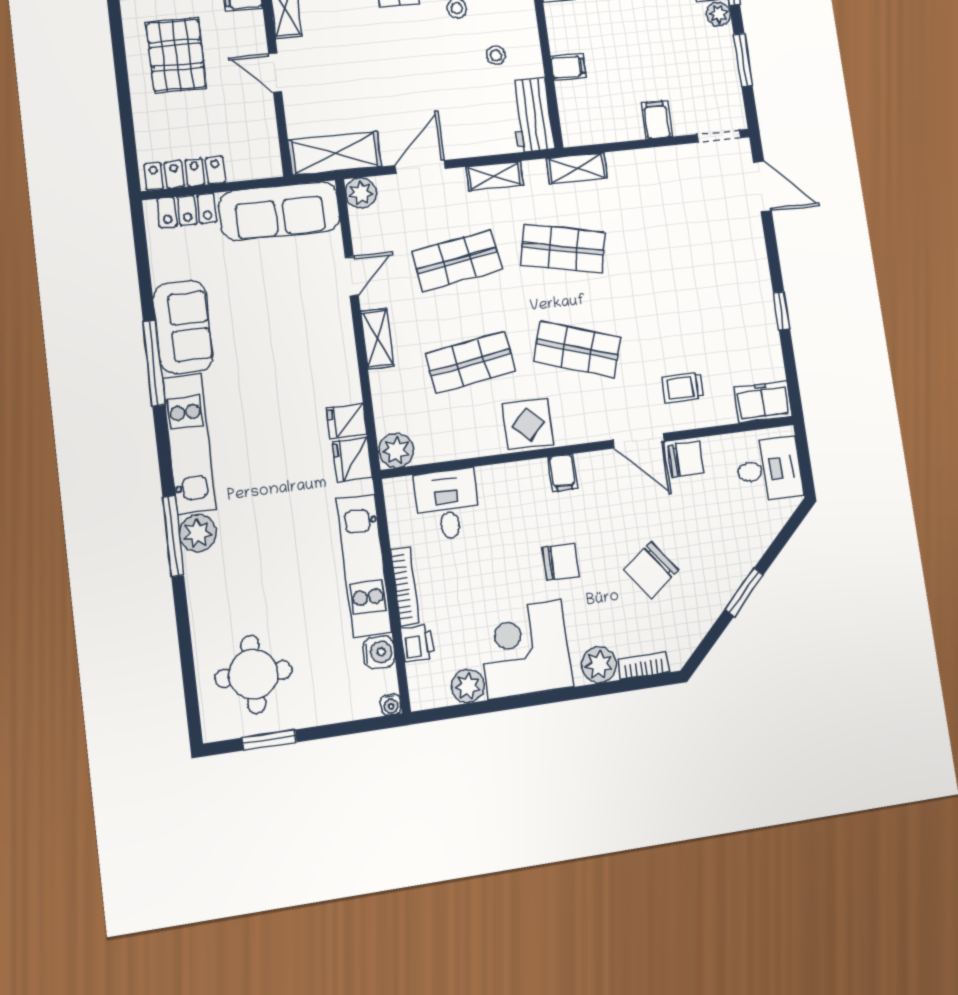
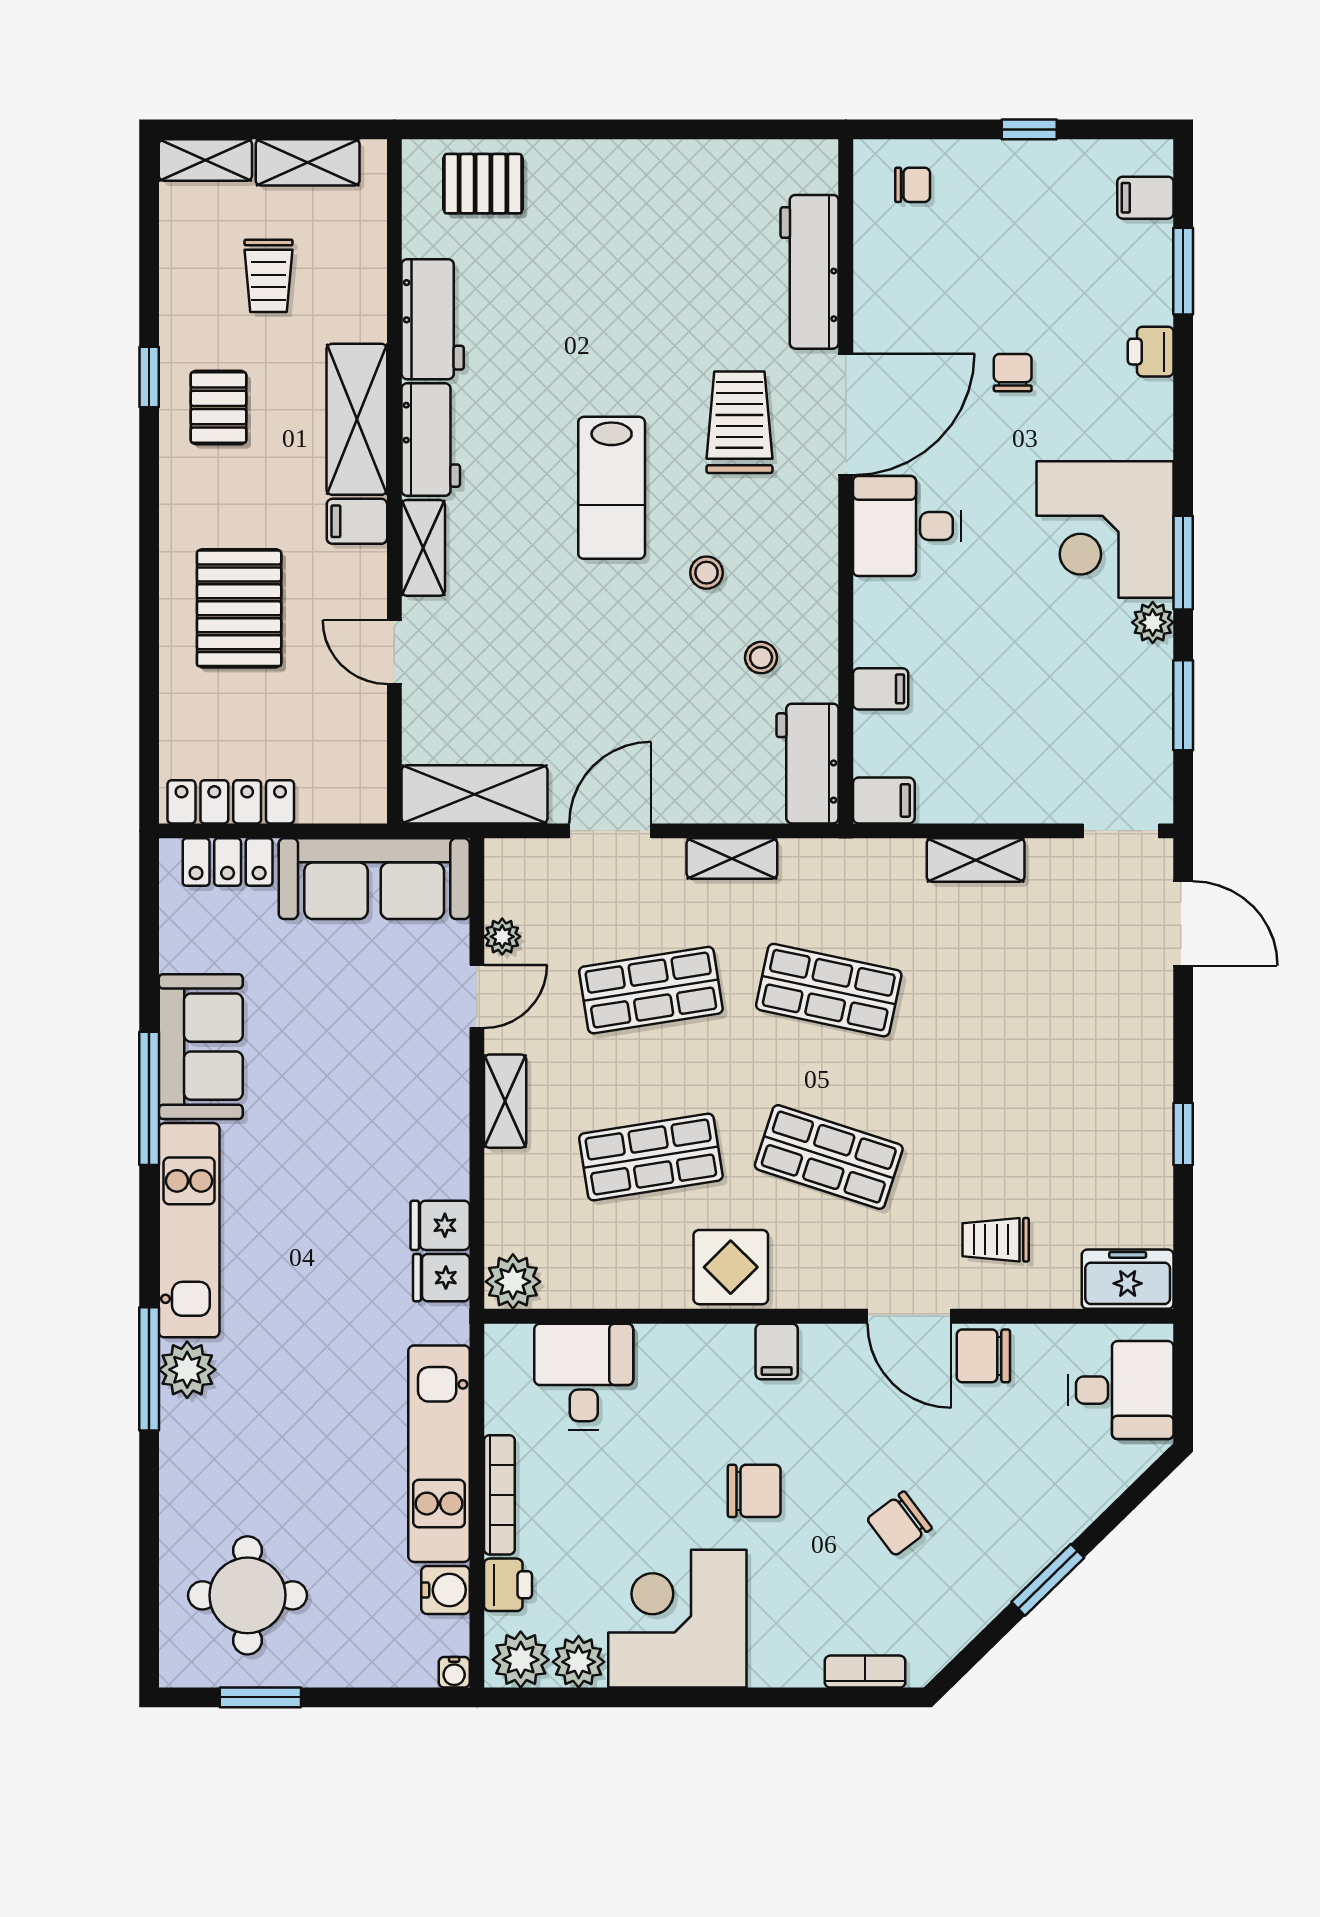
filing cabinet: (657, 120) -> (884, 800), moved, turned 90
shelving: (577, 168) -> (976, 860), moved
plant: (361, 193) -> (502, 937), moved, width x0.73, depth x0.73
fridge: (352, 459) -> (441, 1278), width x0.72
chair: (686, 459) -> (983, 1356), turned 180
chair: (651, 570) -> (899, 1524), width x0.73, depth x0.73
plant: (599, 665) -> (521, 1660), moved

